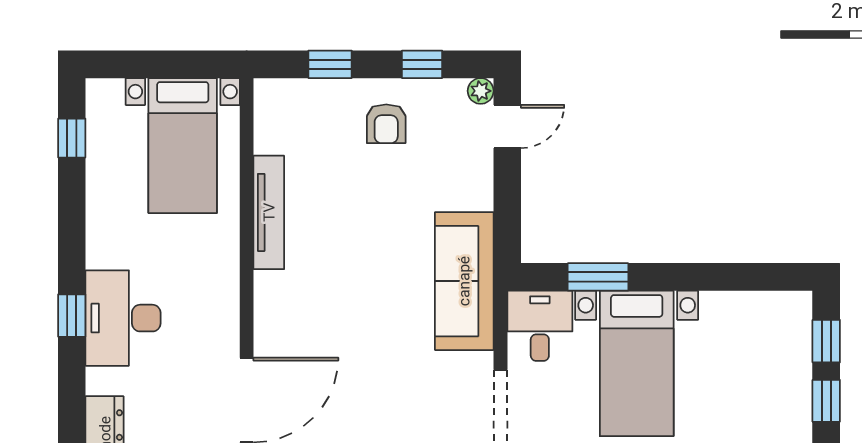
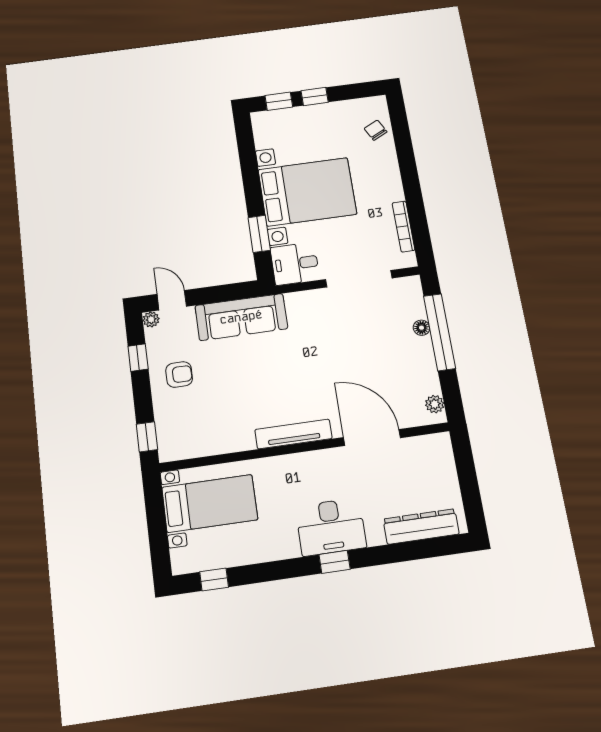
window: (330, 64) -> (147, 437), moved
tv unit: (269, 212) -> (293, 434), moved
sofa: (464, 281) -> (241, 317), moved
bed with nightstands: (637, 363) -> (307, 192), width x1.36

